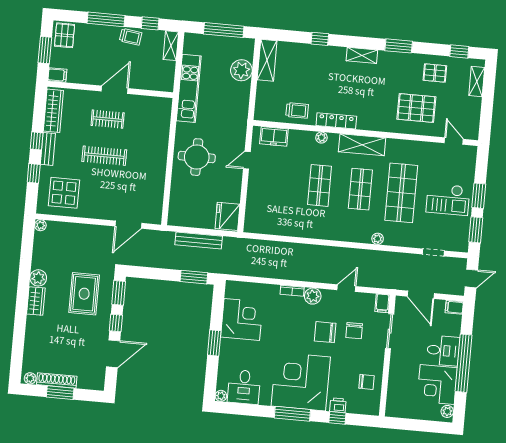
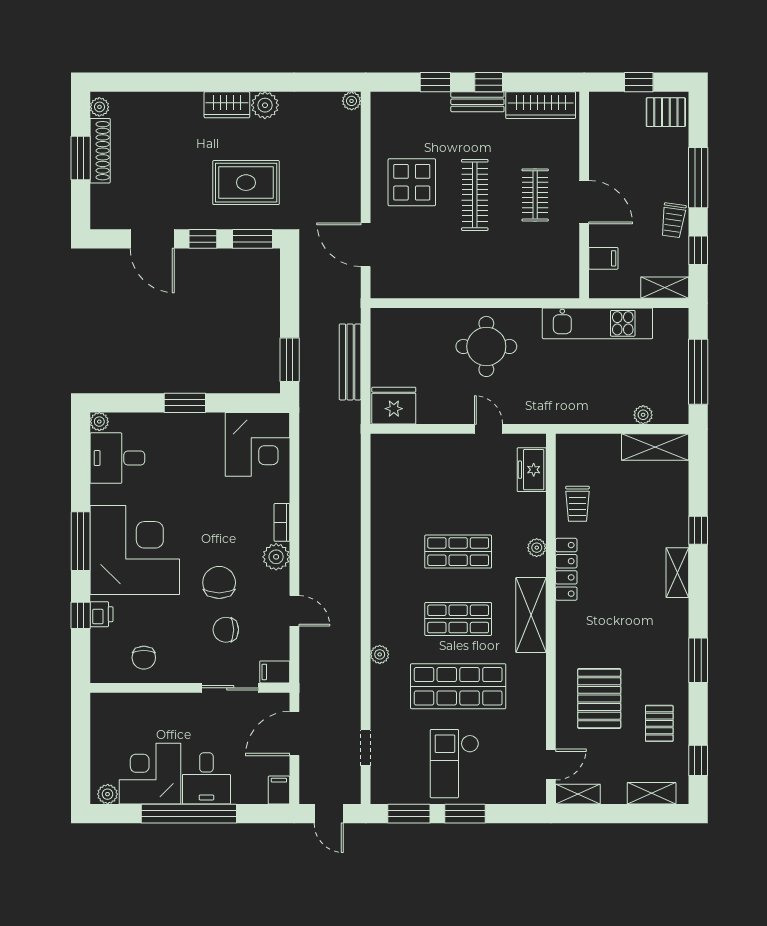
window: (45, 50) -> (639, 82), width x0.67
shelving: (362, 55) -> (677, 573), moved
plant: (241, 70) -> (643, 415), width x0.53, depth x0.53
filing cabinet: (57, 75) -> (603, 258), moved, turned -90
shelving: (473, 126) -> (578, 794), added
display table: (64, 193) -> (412, 182), moved
corner desk: (242, 319) -> (257, 444), moved

